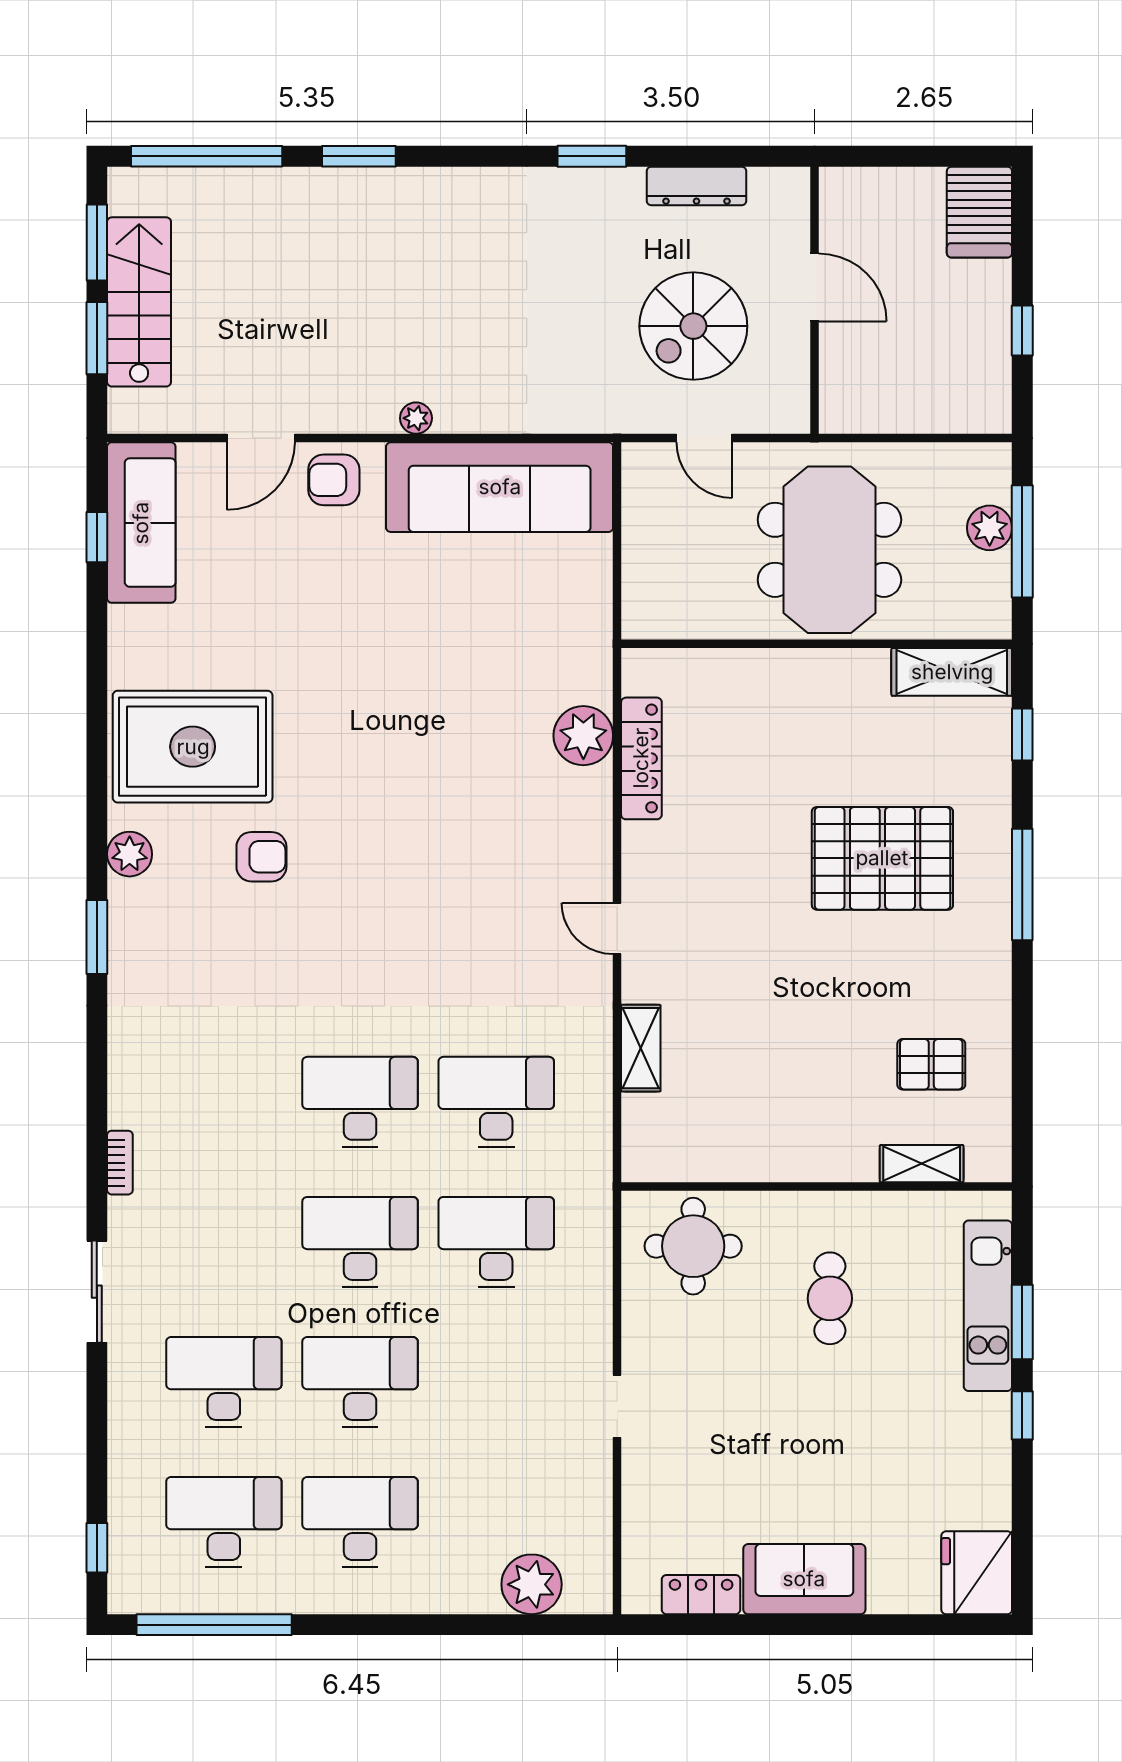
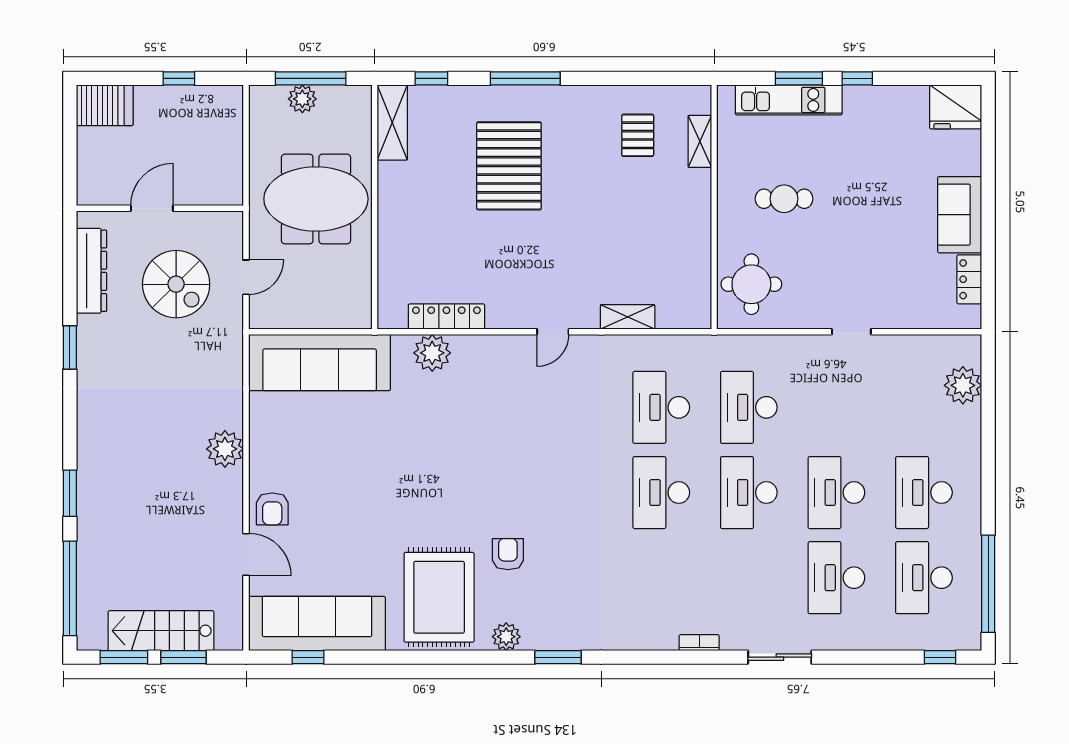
dresser: (696, 186) -> (91, 271), width x1.37, depth x1.24
plant: (416, 418) -> (225, 449), width x1.87, depth x1.87
sofa: (500, 487) -> (320, 363), moved, turned 90
sofa: (141, 523) -> (317, 624), width x1.36, depth x1.27

